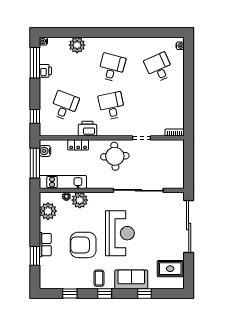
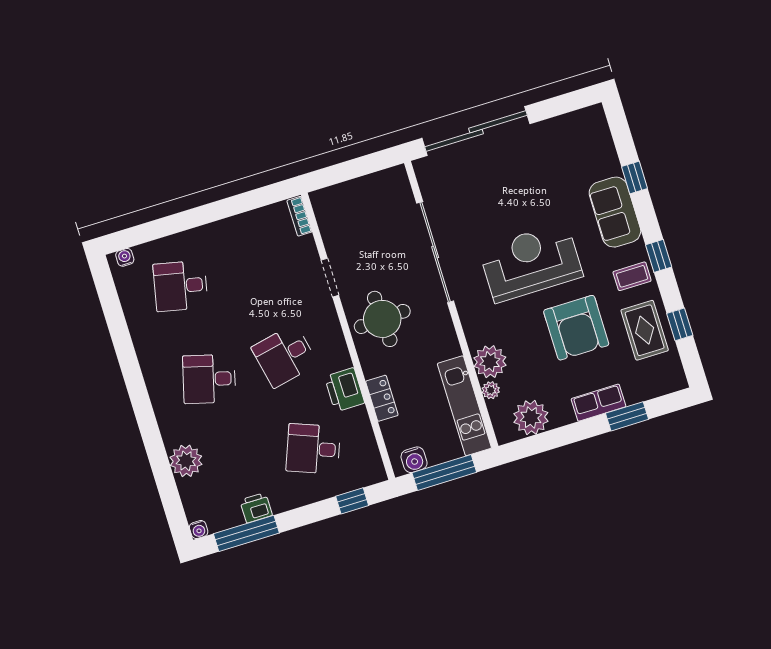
desk: (159, 68) -> (181, 286), turned 36
rug: (170, 269) -> (645, 330), moved

